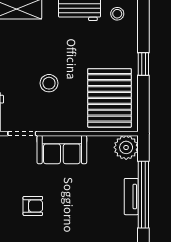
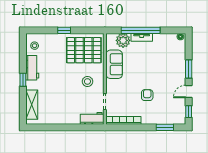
stool: (49, 83) -> (87, 81), moved
plant: (126, 147) -> (123, 40), moved
sofa: (62, 150) -> (114, 64), moved

